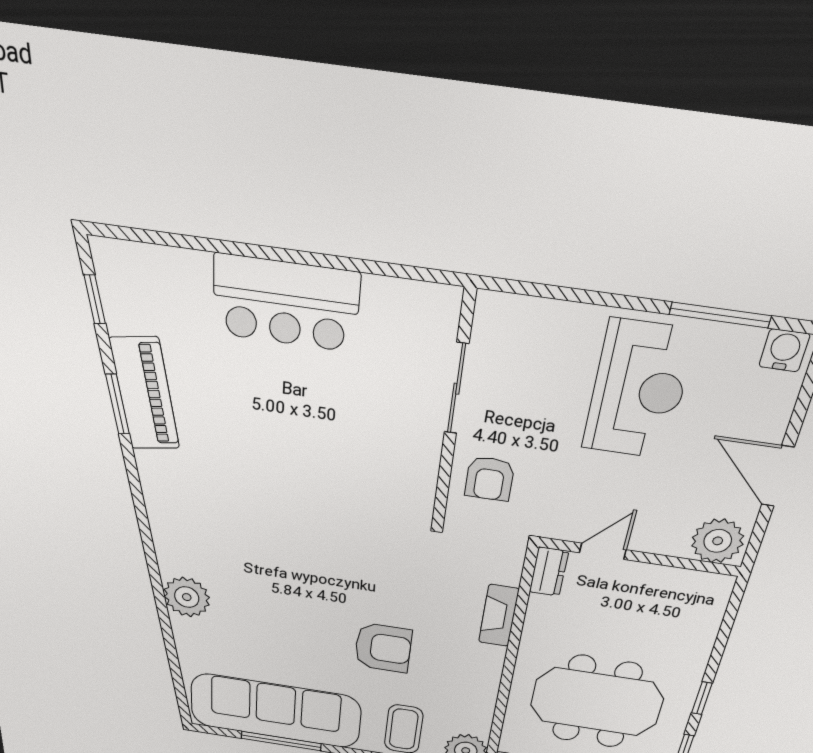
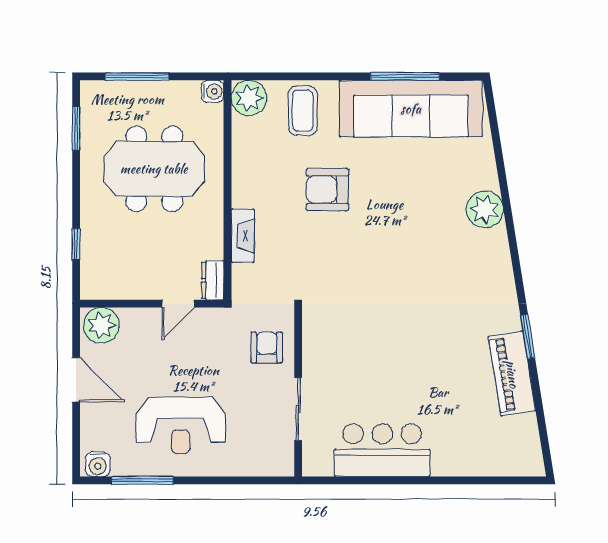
window: (95, 299) -> (543, 435), removed
bar counter: (286, 303) -> (382, 450), moved
reception desk: (638, 390) -> (181, 425), turned -90
window: (118, 404) -> (528, 337), moved
window: (702, 698) -> (76, 244), moved

